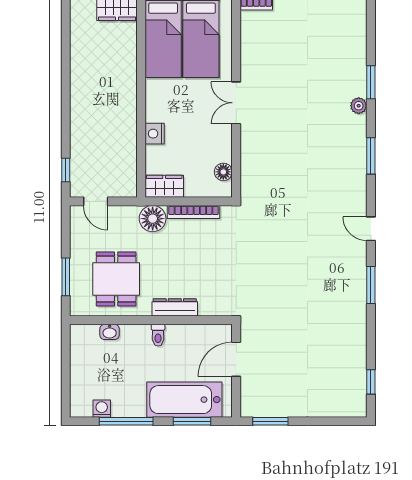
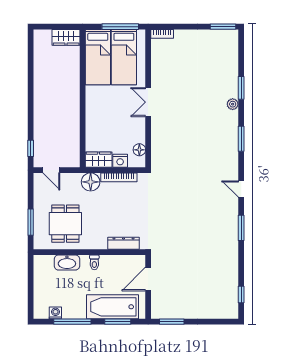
nightstand: (155, 134) -> (120, 161), moved, turned -90
dresser: (175, 307) -> (124, 243), moved
washbasin: (110, 332) -> (67, 263), width x1.91, depth x1.45

